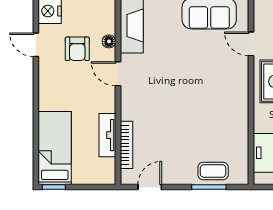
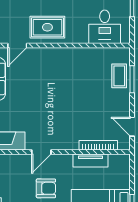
floor lamp: (109, 41) -> (15, 159), removed
armchair: (77, 49) -> (46, 188), moved

